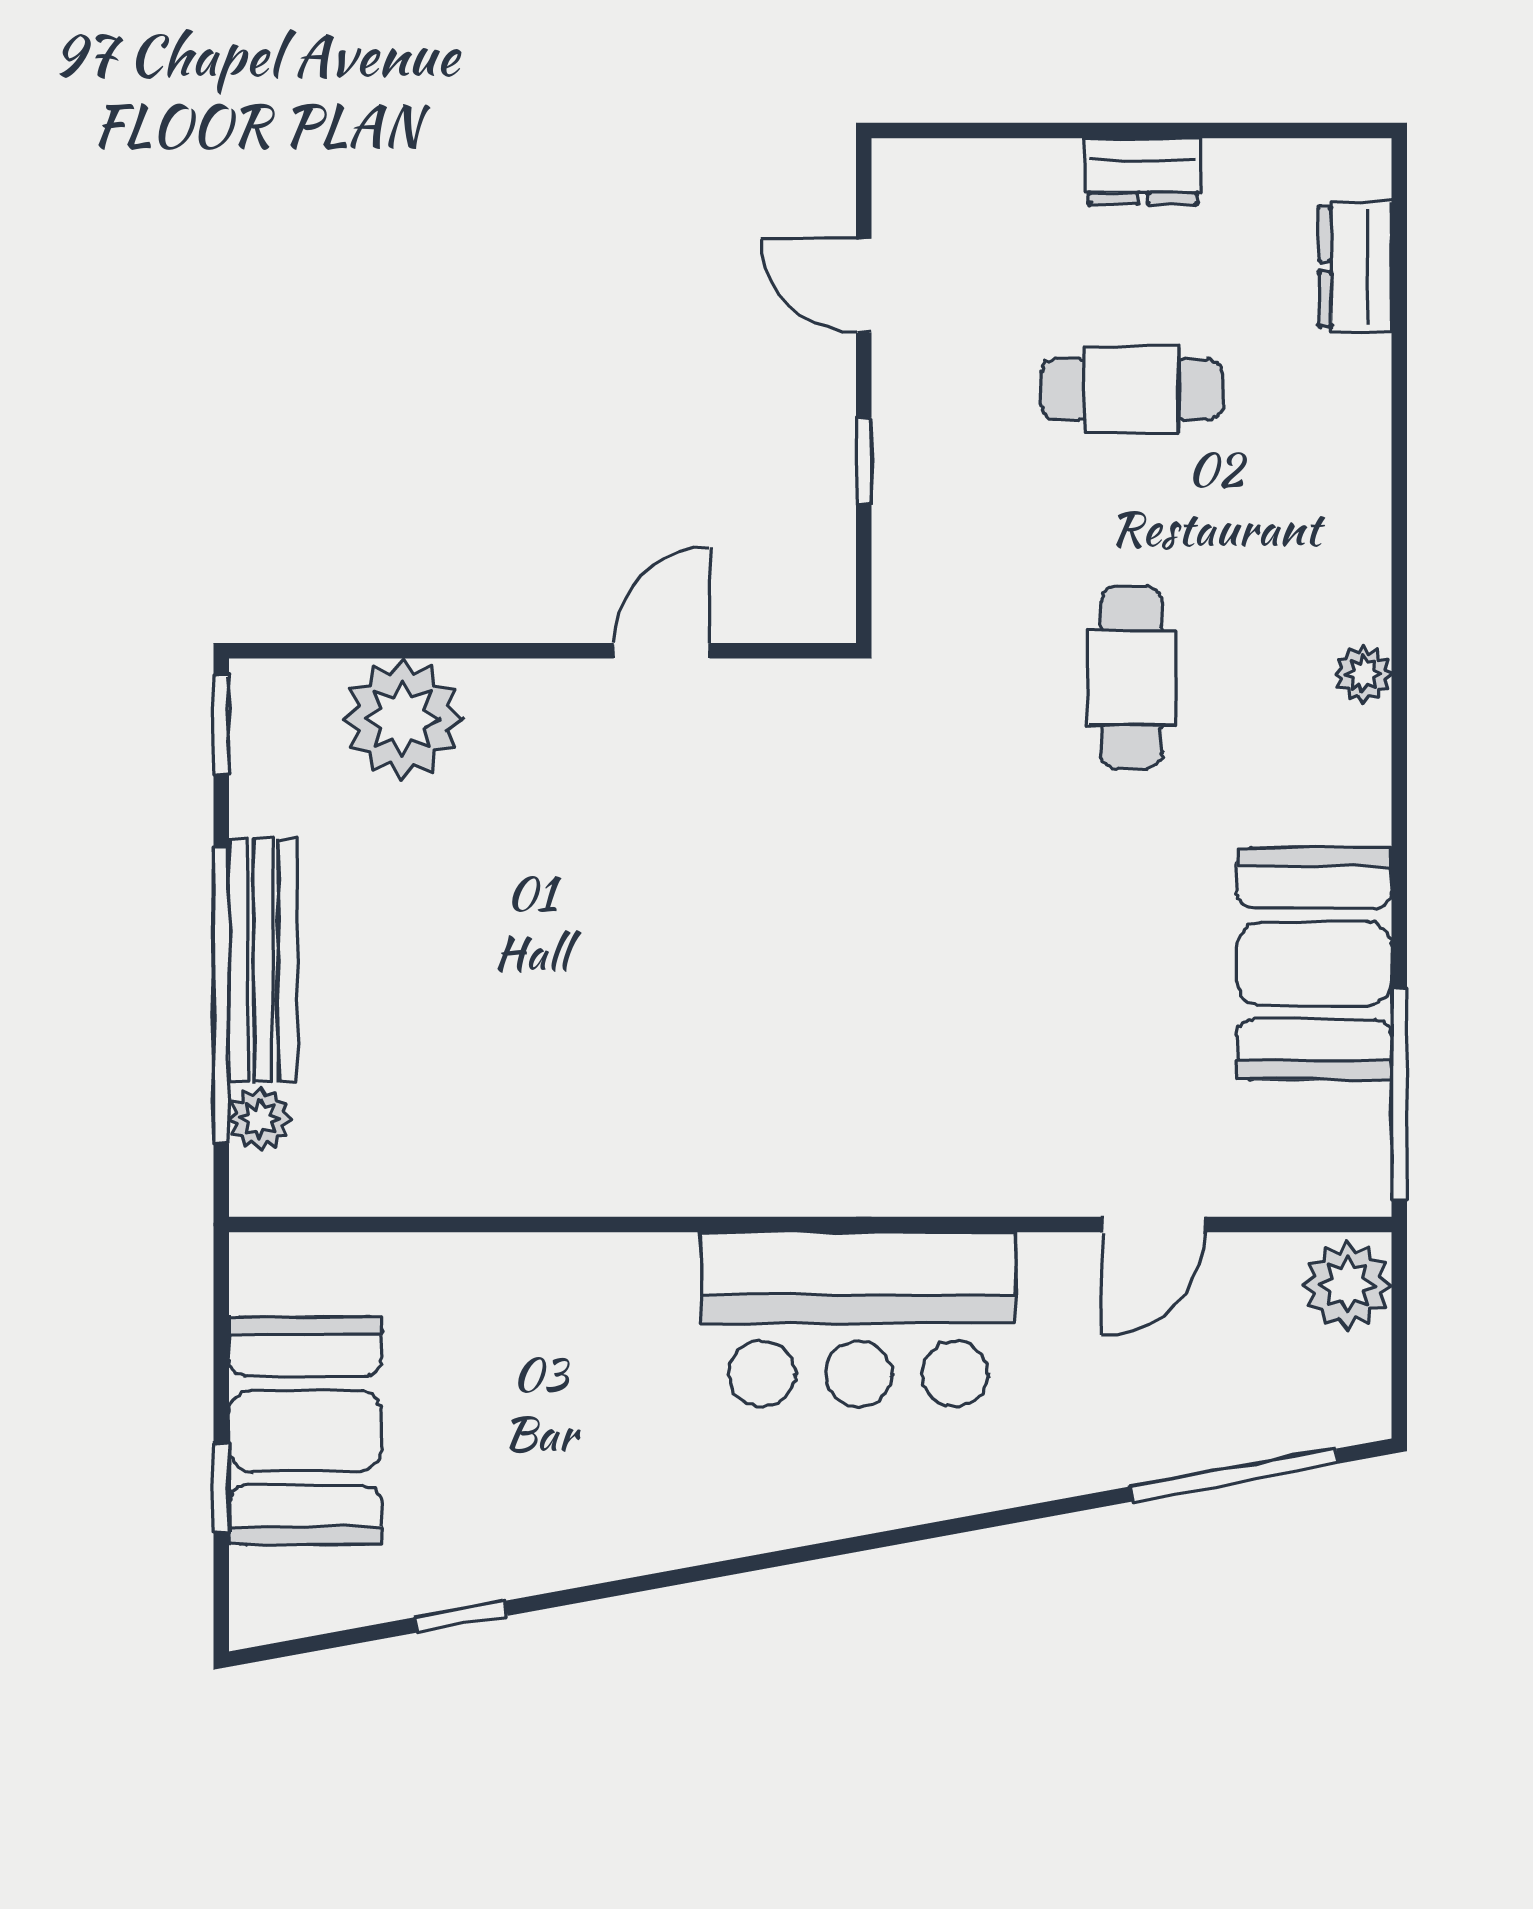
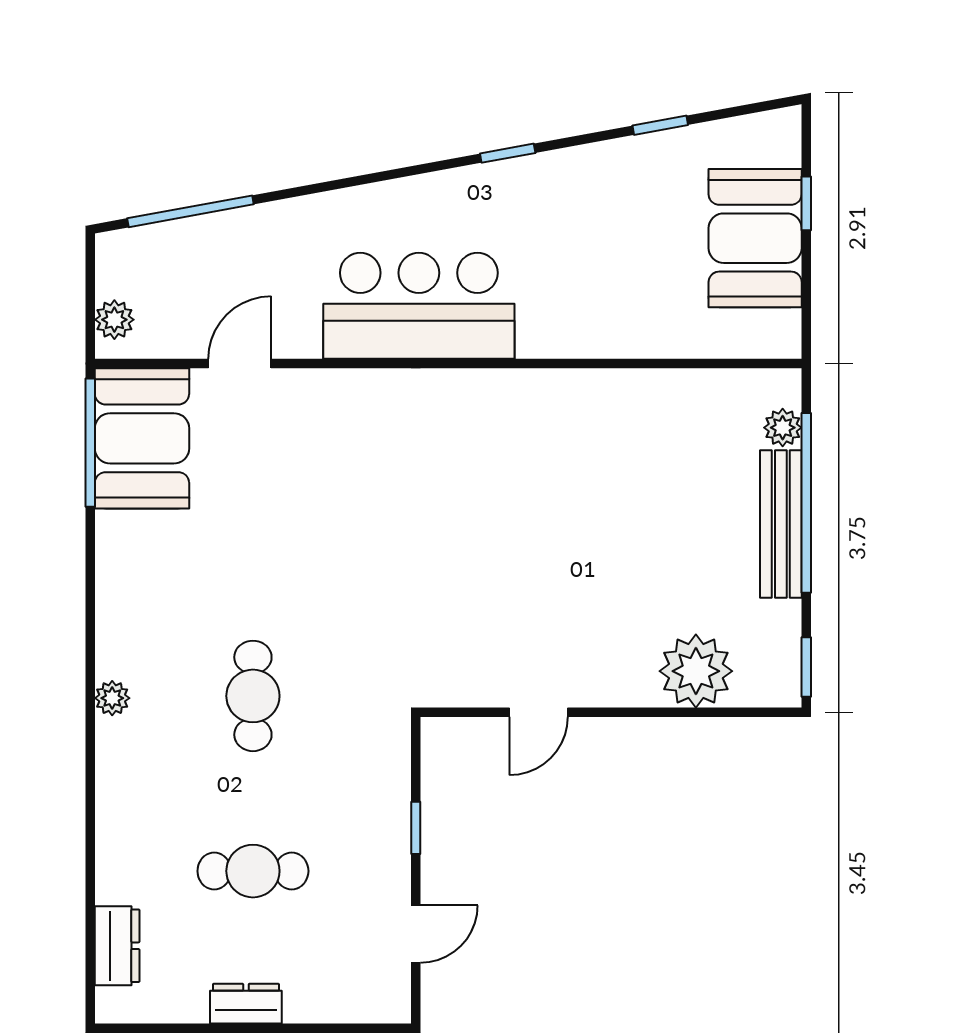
door: (864, 286) -> (416, 934), hinge flipped
booth: (1314, 964) -> (142, 438), moved
plant: (1348, 1285) -> (114, 320), width x0.73, depth x0.73
window: (712, 1571) -> (508, 153), added

